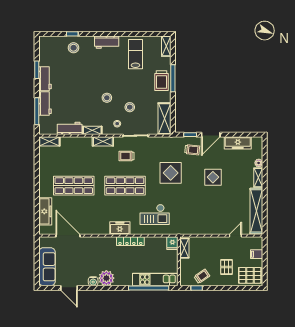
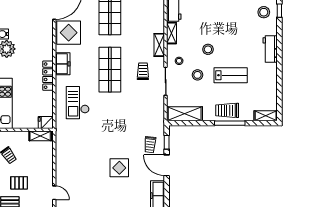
lab bench: (135, 54) -> (231, 75), moved
display table: (171, 173) -> (69, 33), moved

